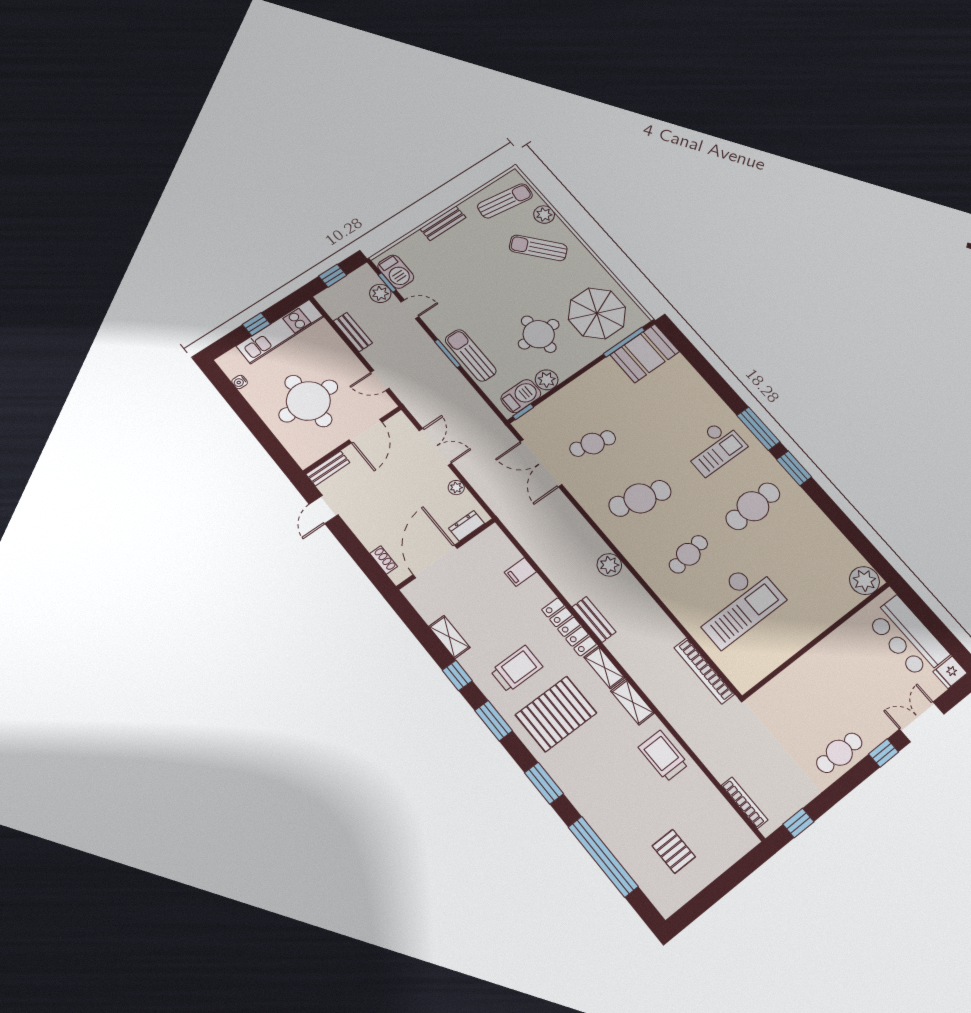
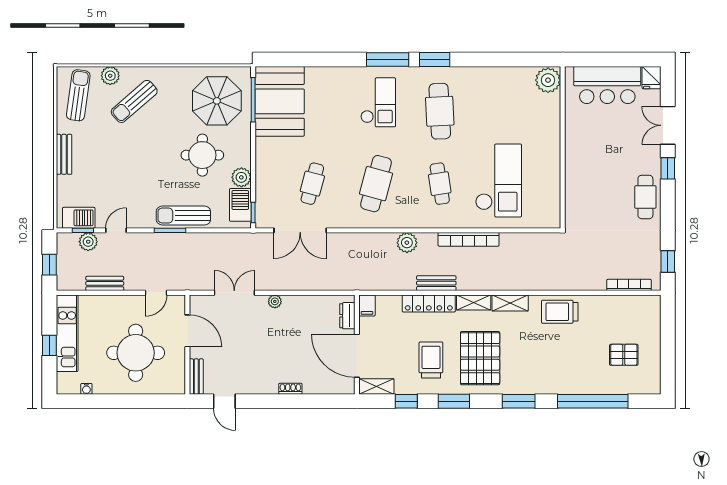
booth: (645, 353) -> (280, 101), width x1.36, depth x1.42
dresser: (467, 526) -> (347, 316), moved
wall: (446, 554) -> (357, 345), moved
door: (435, 561) -> (357, 356), moved
bookcase: (704, 671) -> (469, 239), moved

